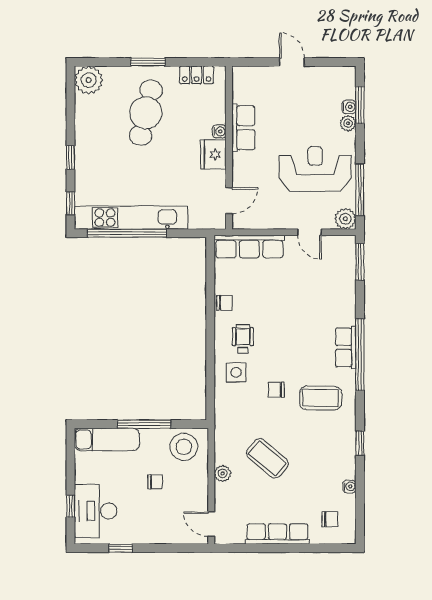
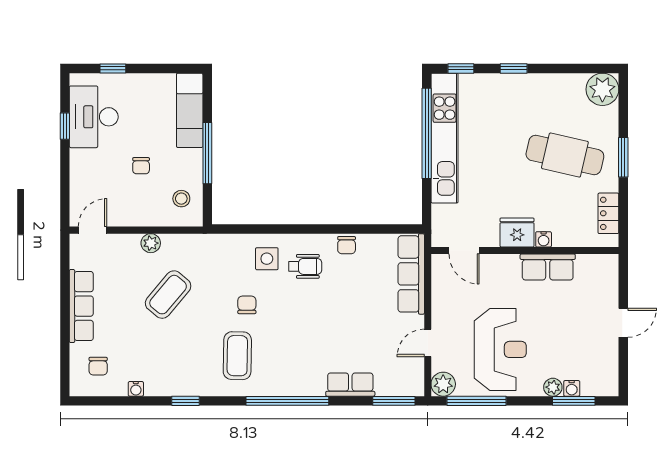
row of seats: (346, 347) -> (350, 385), moved
stool: (184, 447) -> (181, 199), width x0.53, depth x0.53
desk: (96, 511) -> (94, 117), moved, turned -90

